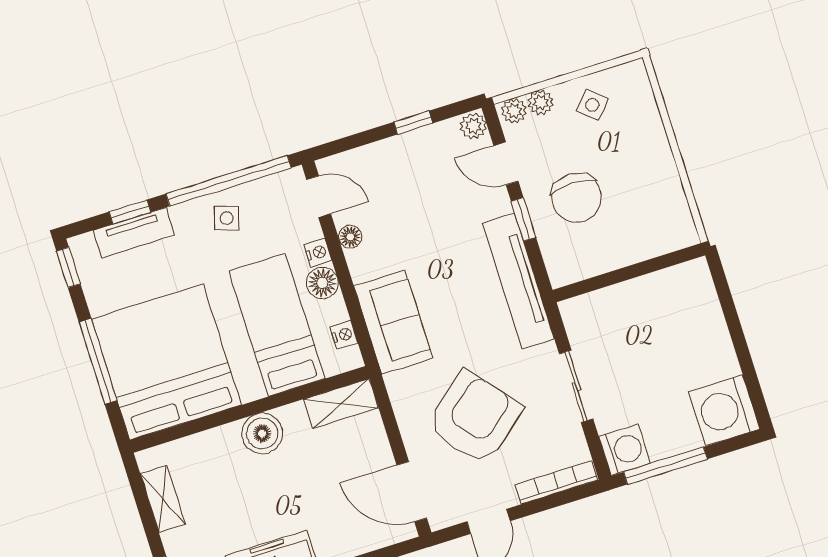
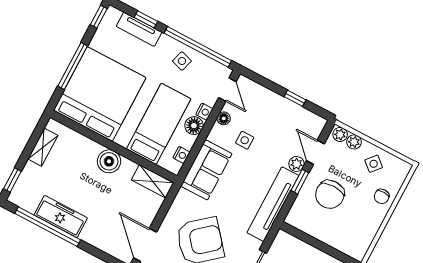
plant: (473, 126) -> (296, 164), moved
chair: (643, 135) -> (382, 196), added
side table: (403, 237) -> (245, 140), added

